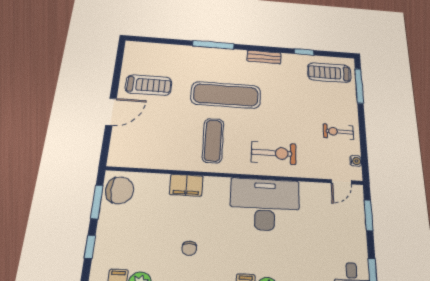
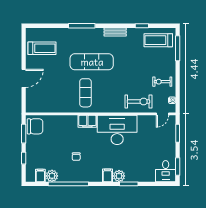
treadmill: (148, 85) -> (42, 48), moved
exercise bike: (274, 153) -> (138, 102), moved
filing cabinet: (186, 185) -> (87, 121), moved

